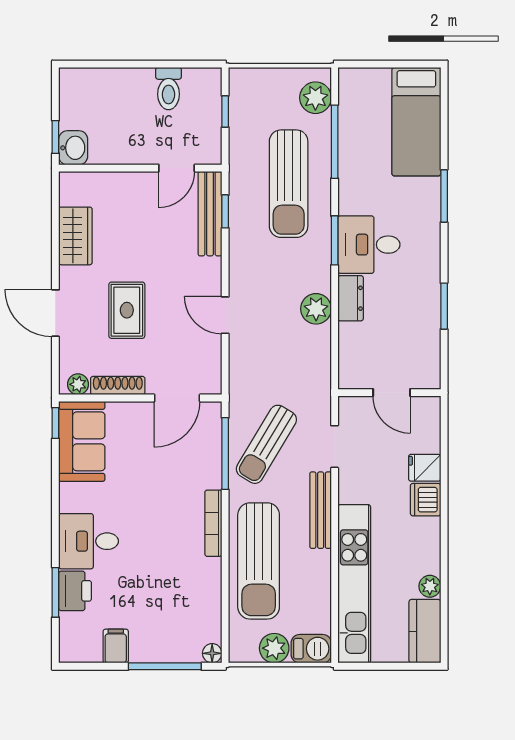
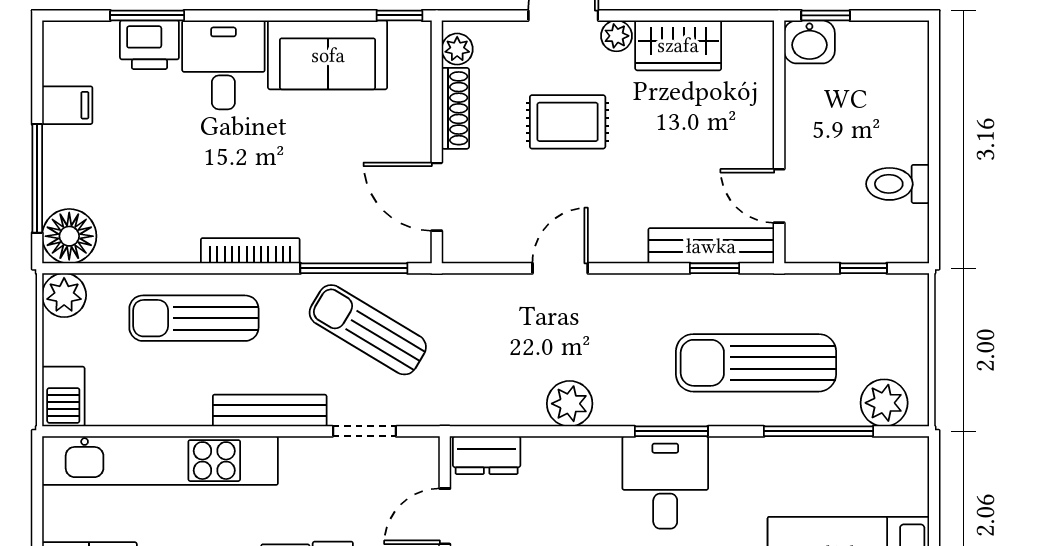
plant: (69, 277) -> (616, 36), added
dresser: (351, 298) -> (487, 455), moved
sofa: (82, 441) -> (328, 55), moved
sun lounger: (259, 561) -> (194, 318), width x0.73, depth x0.75
plant: (274, 648) -> (64, 295), moved
floor lamp: (212, 653) -> (69, 236), width x1.89, depth x1.89

